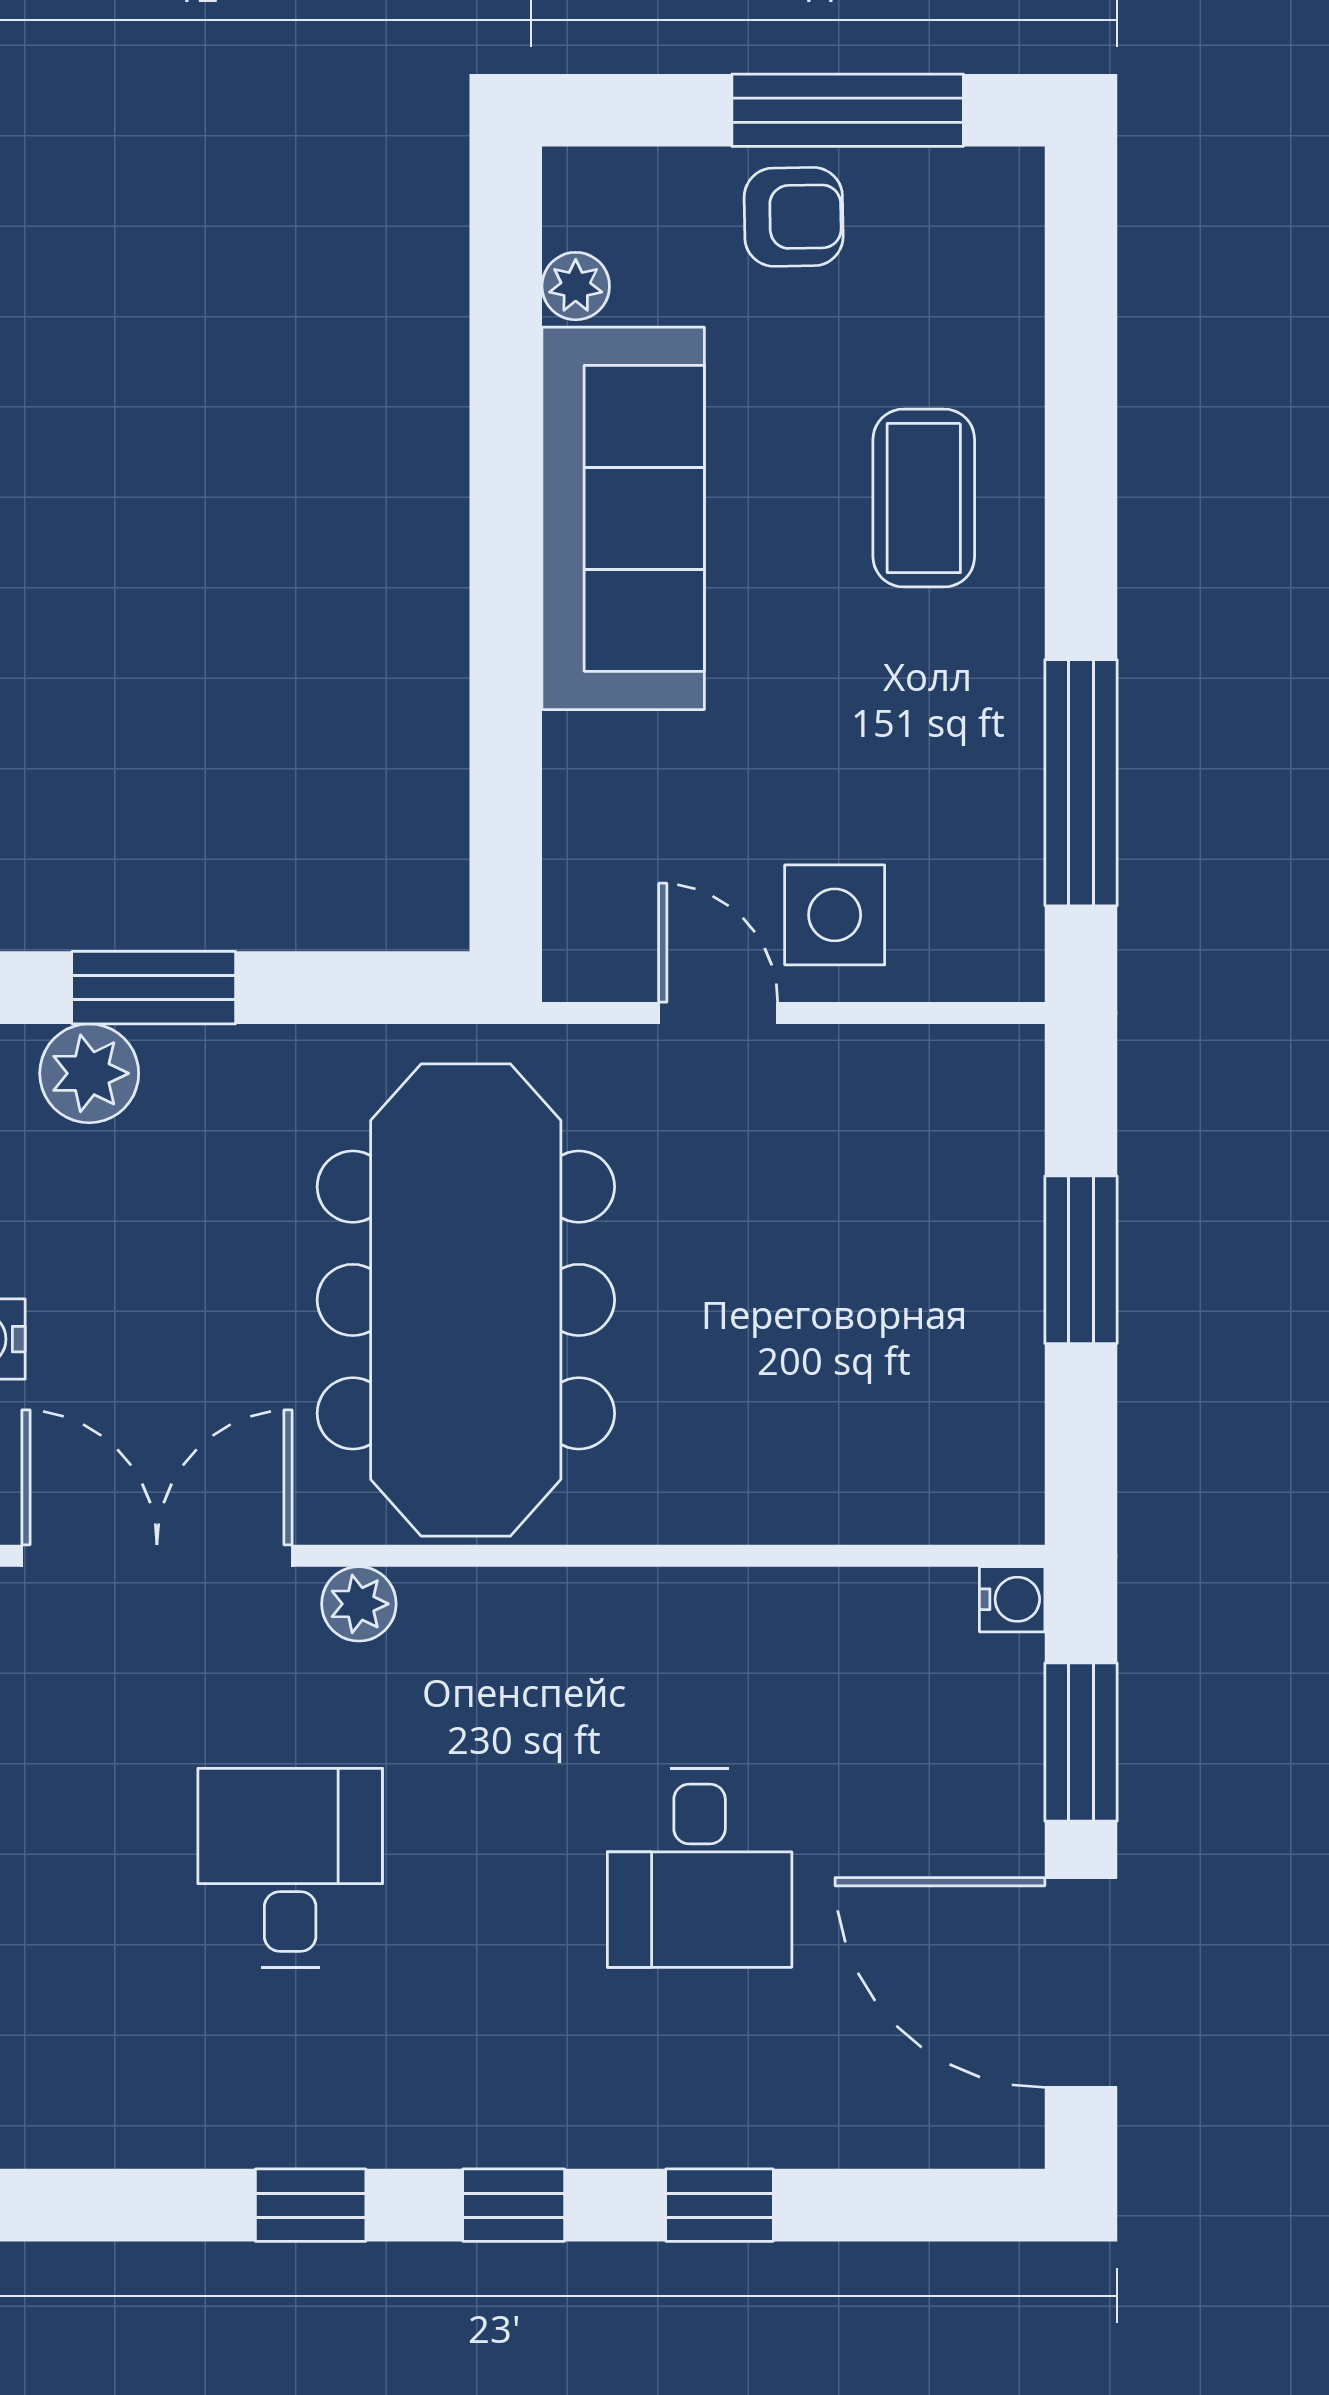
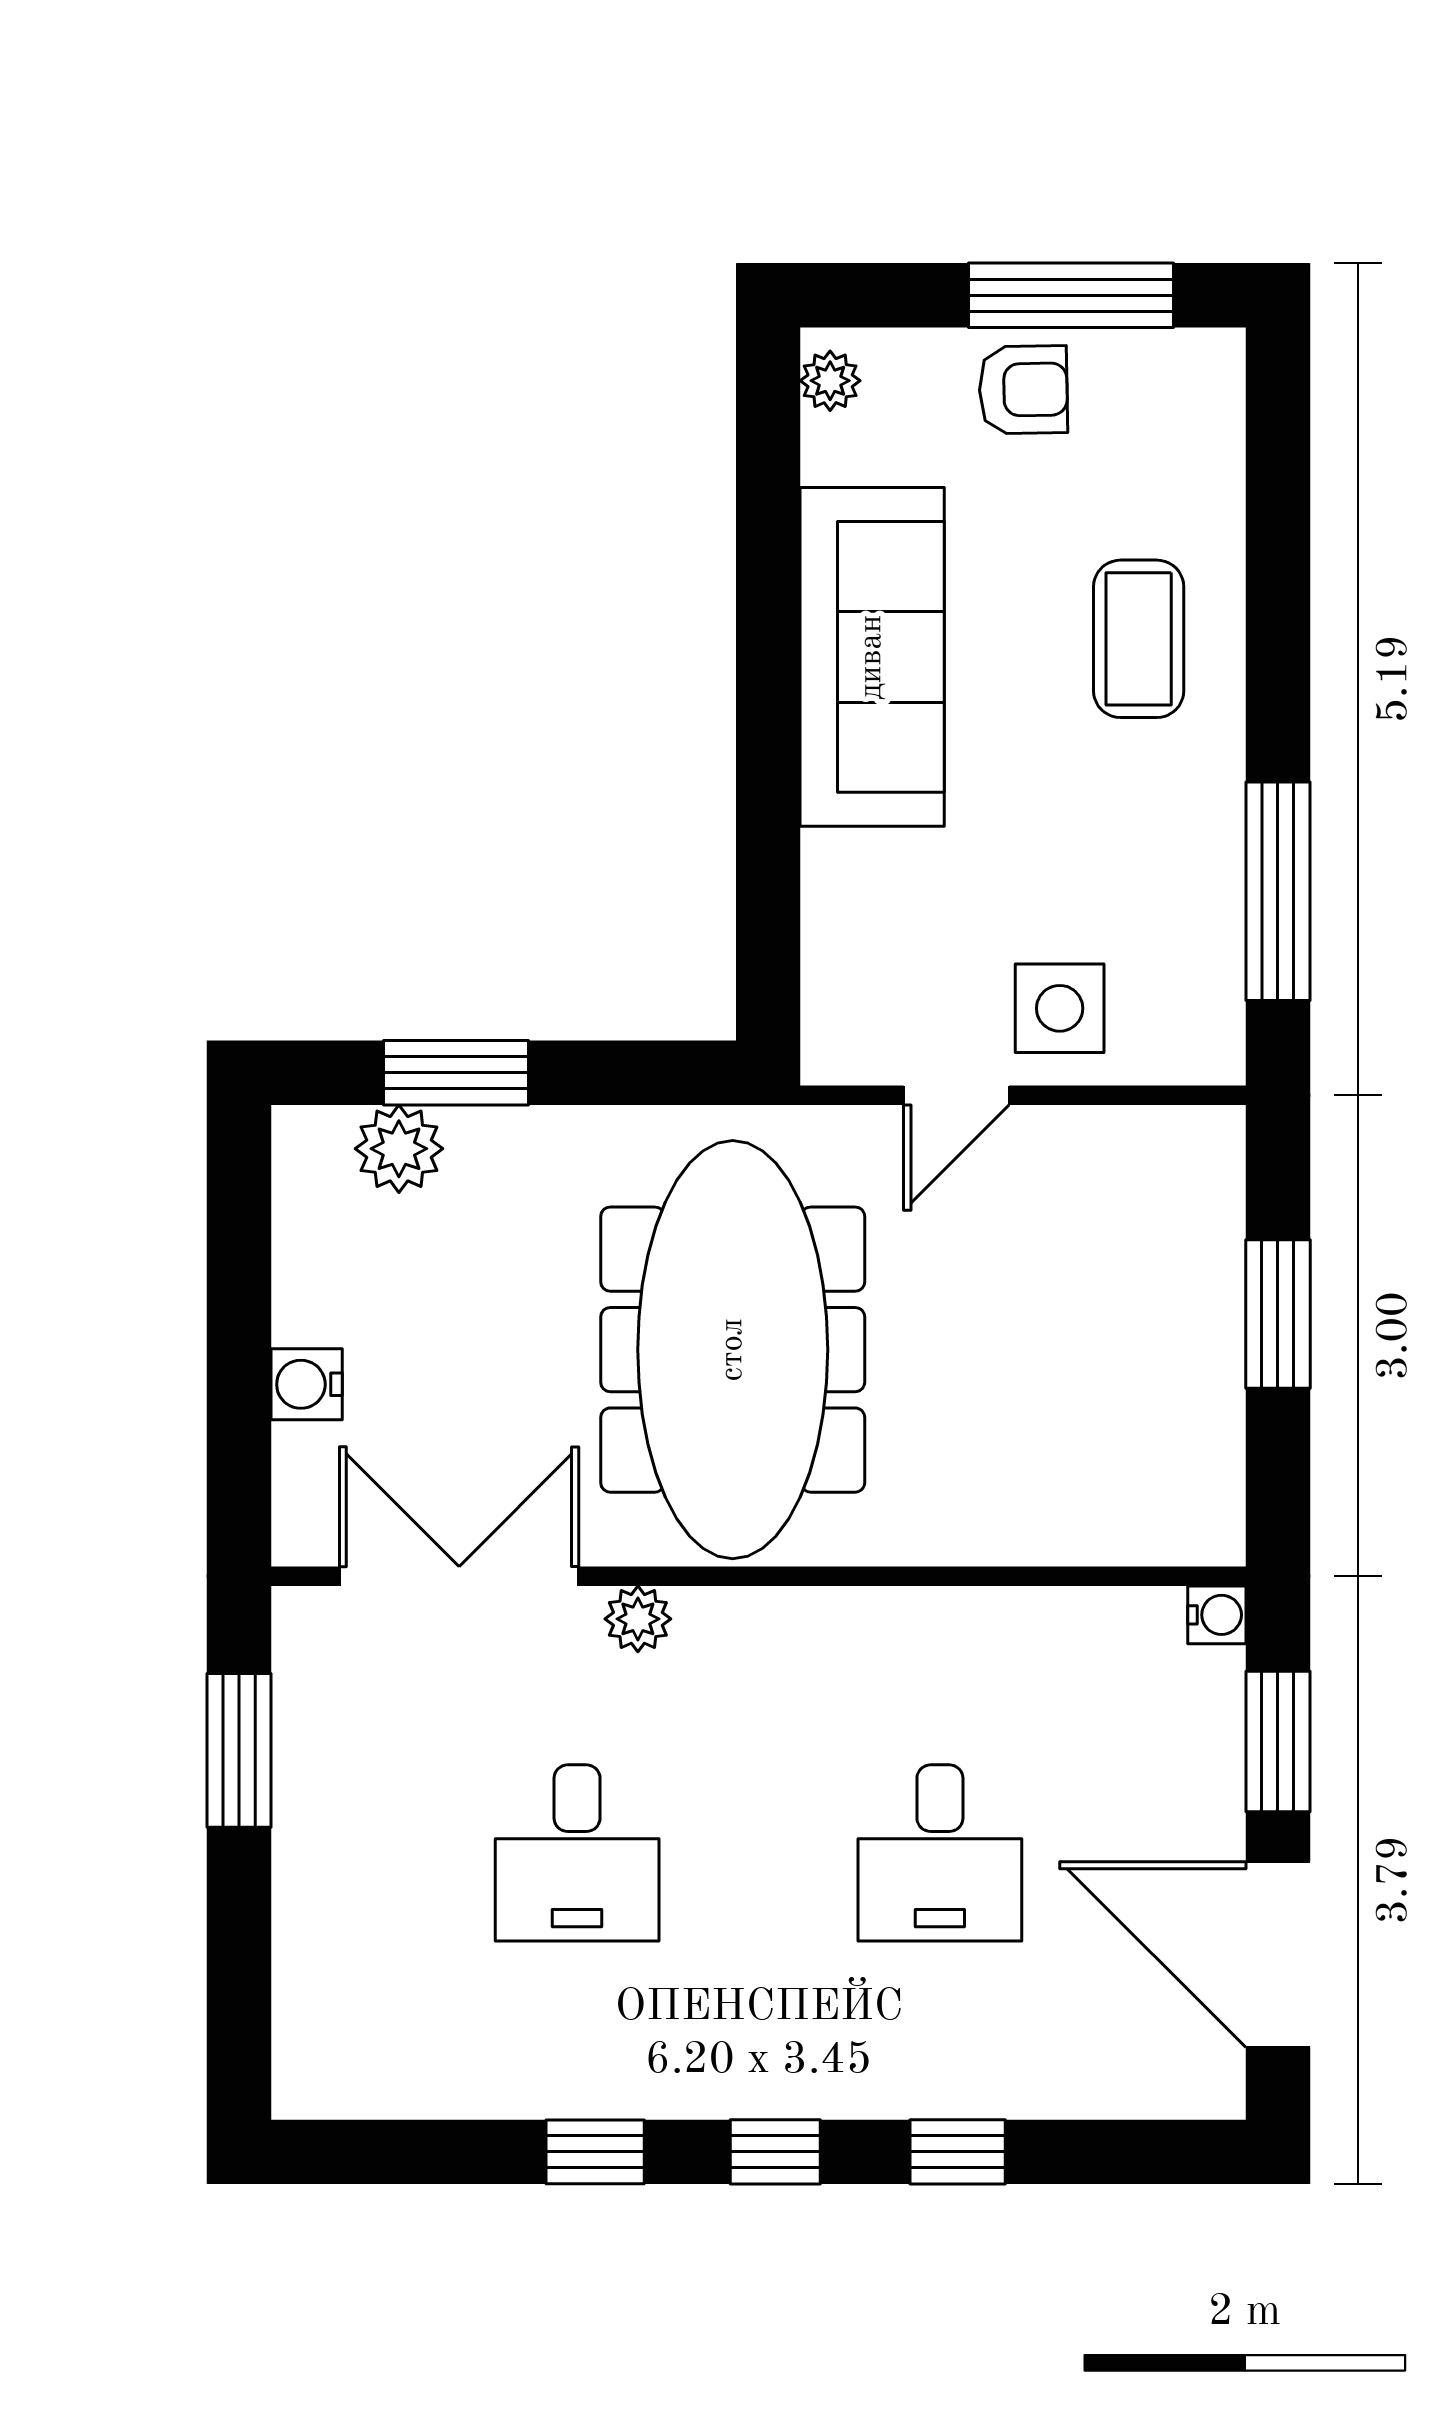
plant: (576, 286) -> (830, 381), moved
door: (718, 1013) -> (956, 1095), swing flipped
desk: (290, 1868) -> (577, 1853), turned 180

